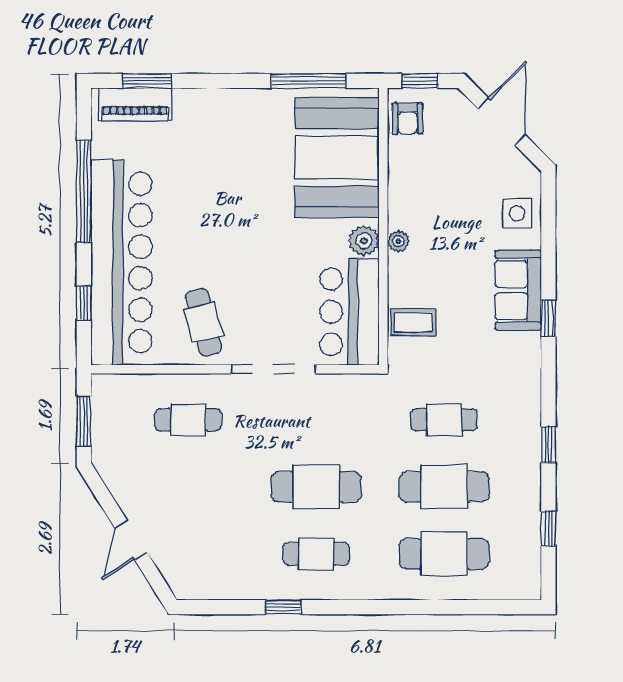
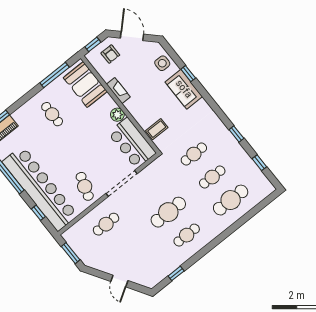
armchair: (408, 119) -> (110, 54), moved
cafe table: (248, 147) -> (52, 114), added
booth: (337, 157) -> (85, 85), width x0.73, depth x0.70
fireplace: (400, 199) -> (118, 91), added
plant: (398, 241) -> (129, 105), removed
window: (548, 319) -> (188, 74), moved
cafe table: (204, 322) -> (85, 186), turned 32
cafe table: (444, 487) -> (212, 177), width x0.73, depth x0.74
window: (283, 607) -> (176, 273), moved

